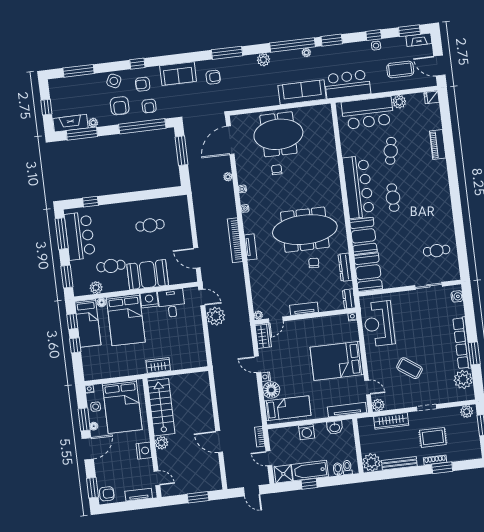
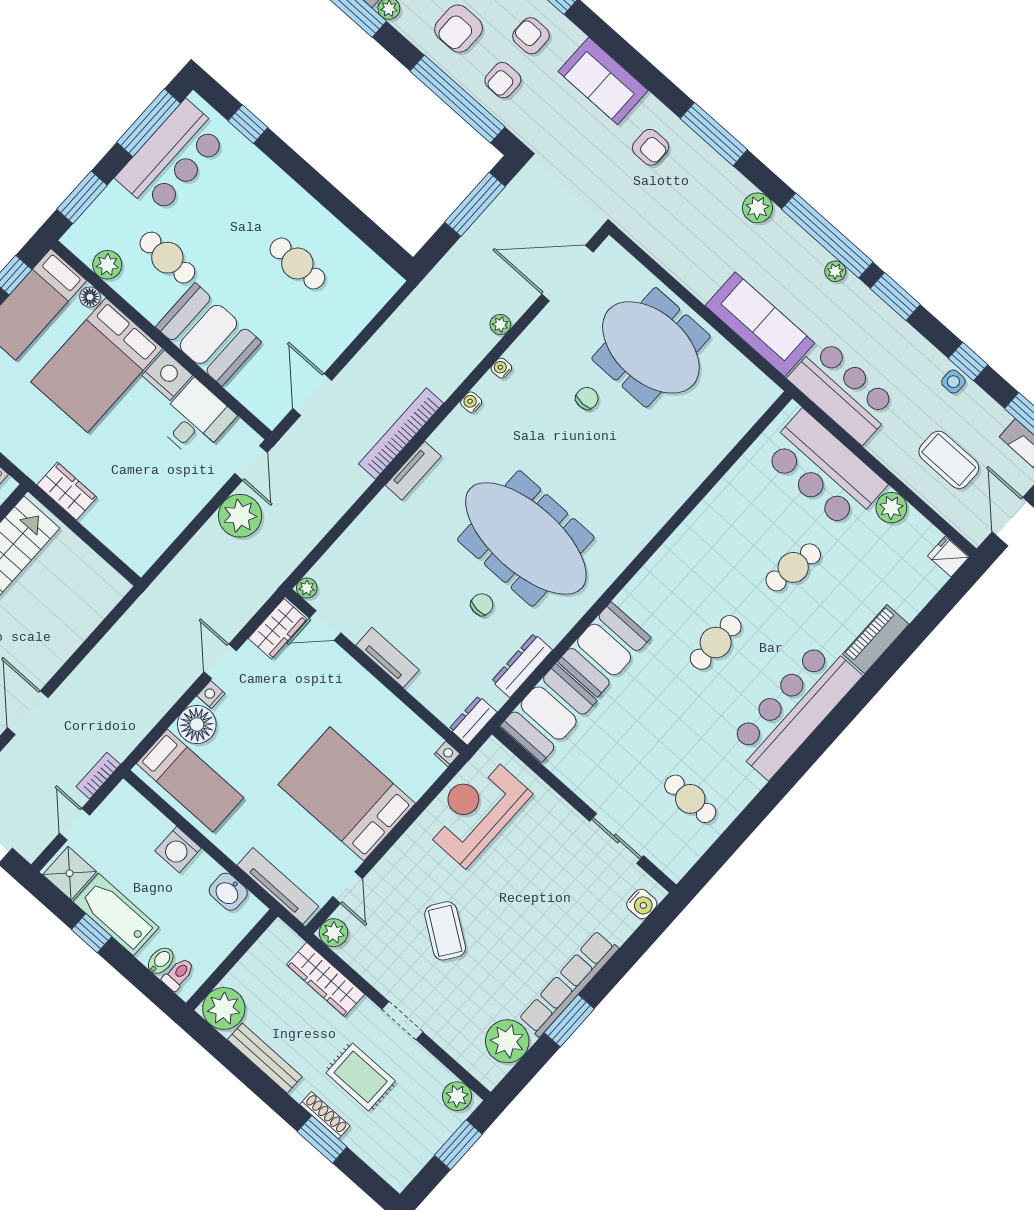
bar counter: (358, 187) -> (794, 709), moved, turned 180

